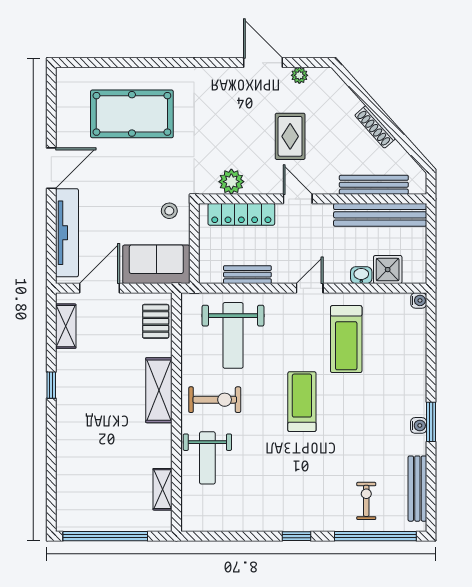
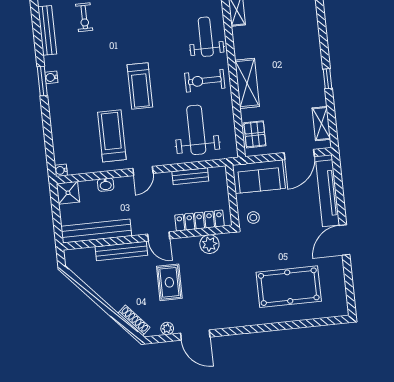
shoe rack: (375, 127) -> (134, 320), moved
bench: (374, 185) -> (121, 251), moved
shower: (388, 270) -> (68, 193), moved

